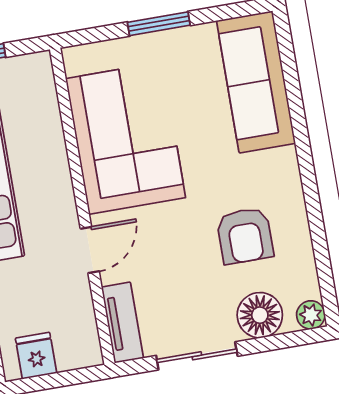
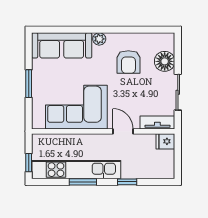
armchair: (245, 236) -> (128, 62), turned 90
plant: (311, 315) -> (99, 39), moved
fridge: (36, 356) -> (165, 141), moved

